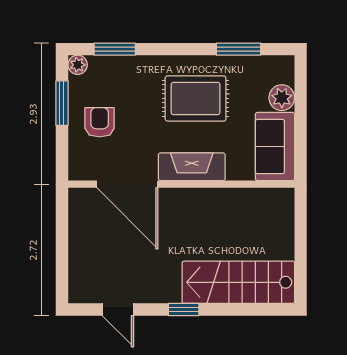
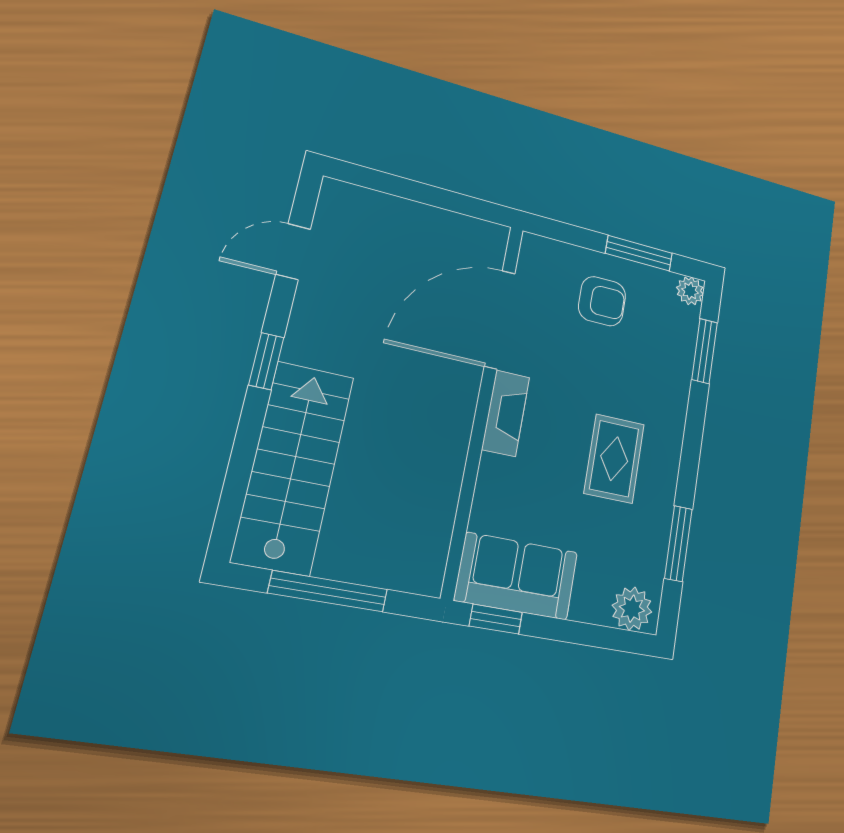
rug: (196, 98) -> (614, 459), width x0.73, depth x0.70
plant: (282, 98) -> (632, 609), moved
window: (301, 154) -> (496, 619), added
fireplace: (192, 167) -> (506, 413), width x0.73, depth x0.76
window: (301, 250) -> (328, 591), added

